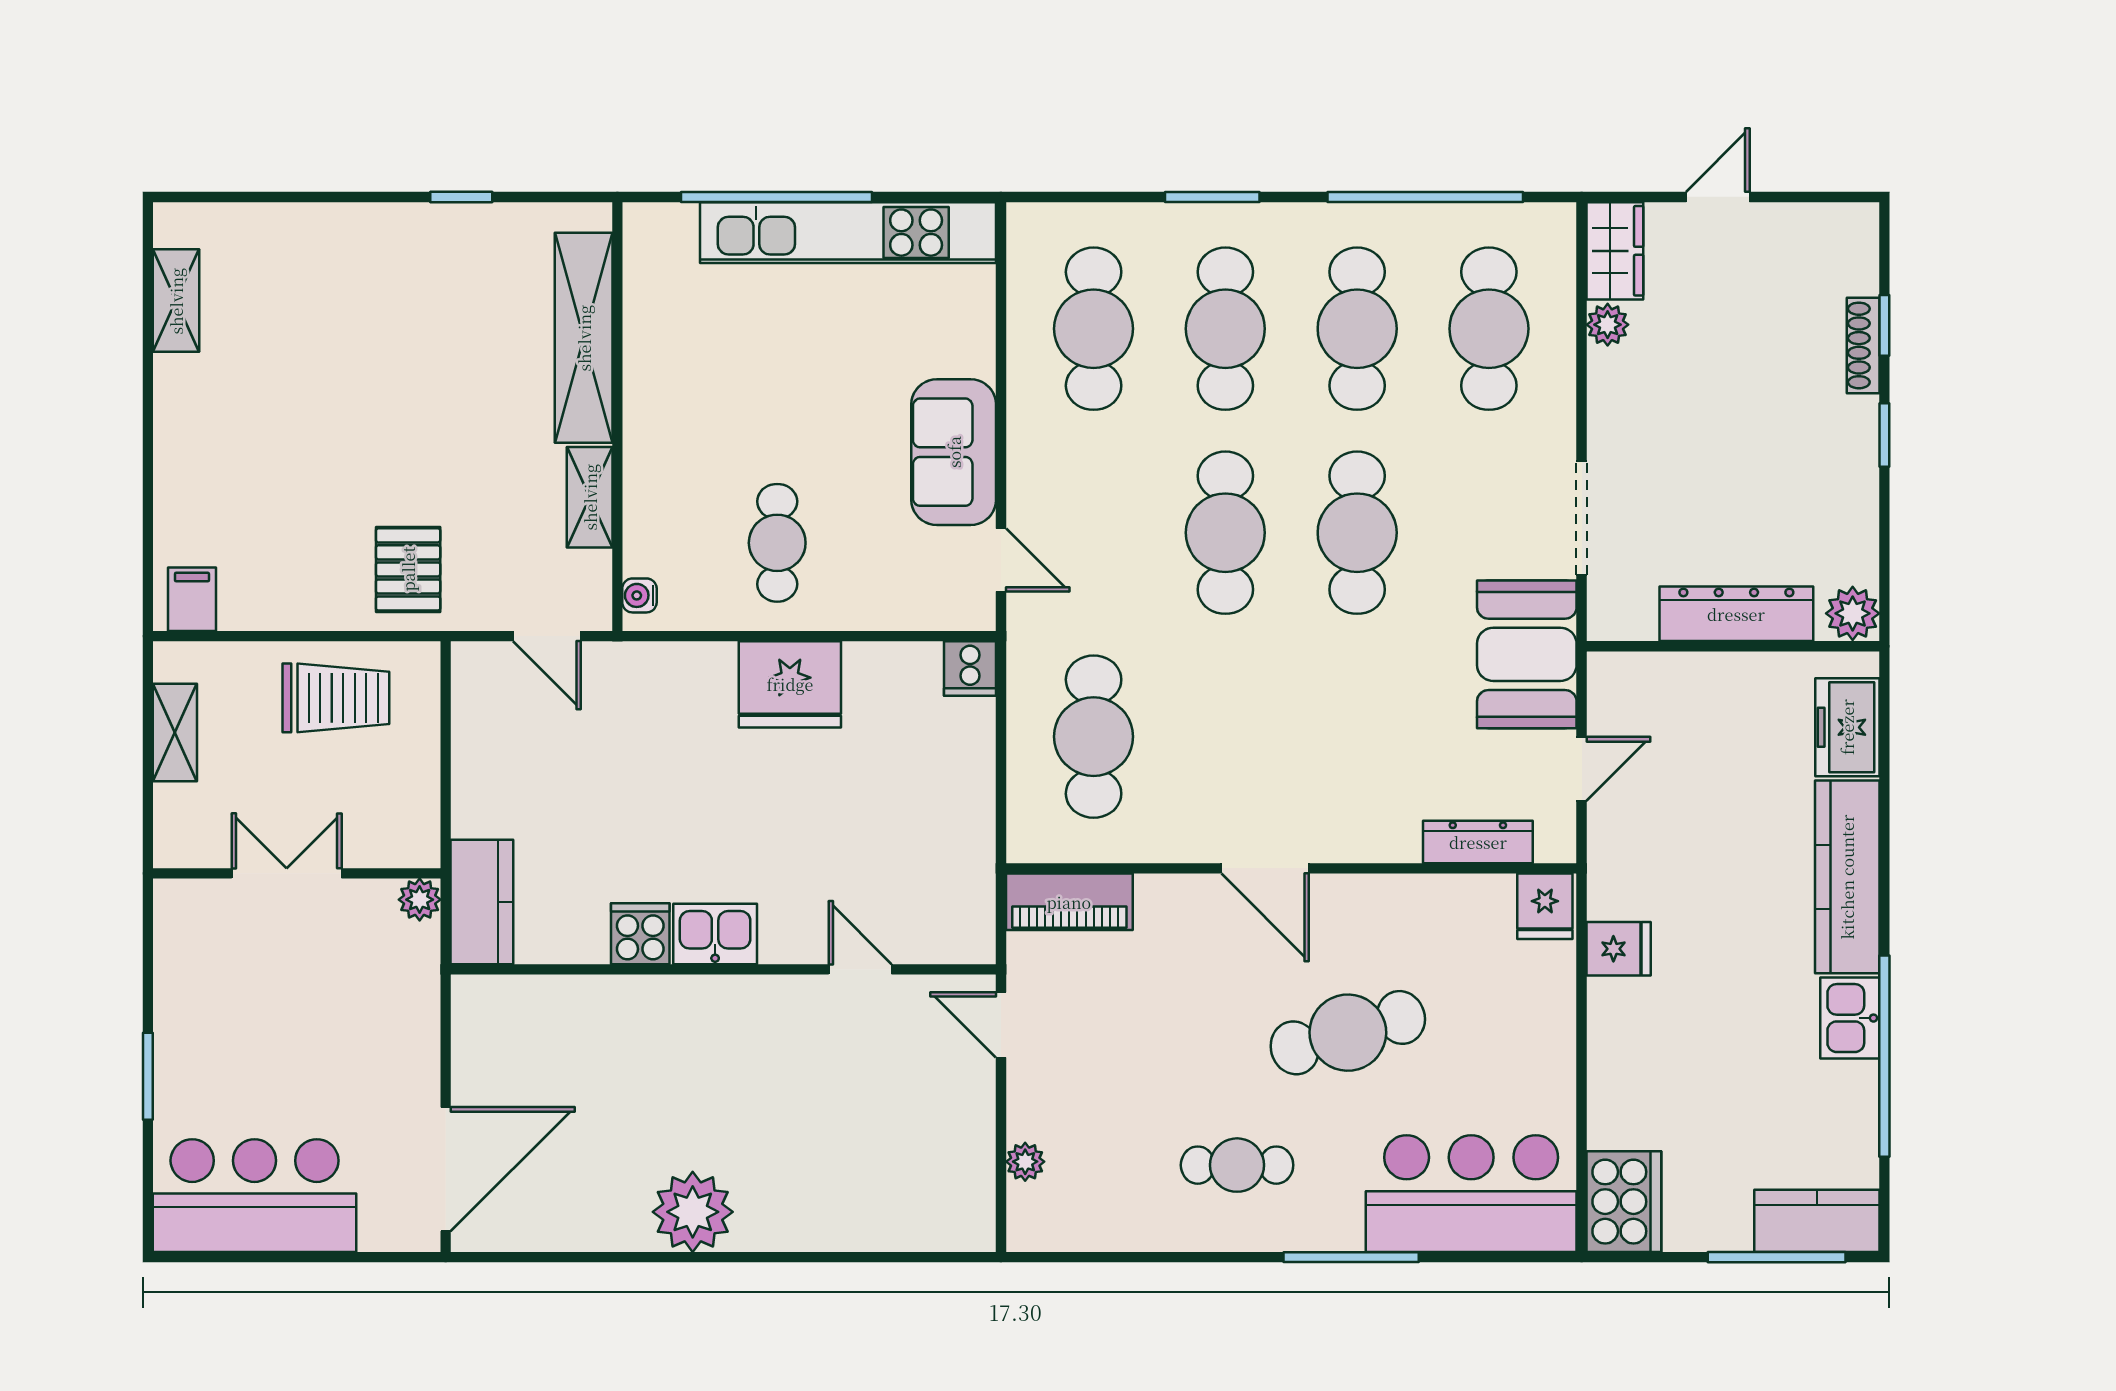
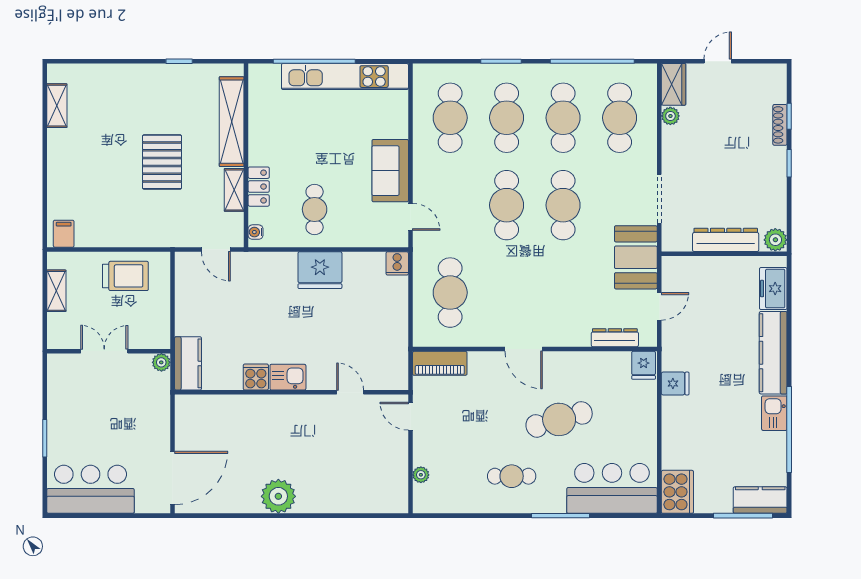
locker: (647, 489) -> (259, 187), added
pallet: (408, 569) -> (162, 162), moved, width x1.50, depth x1.42

